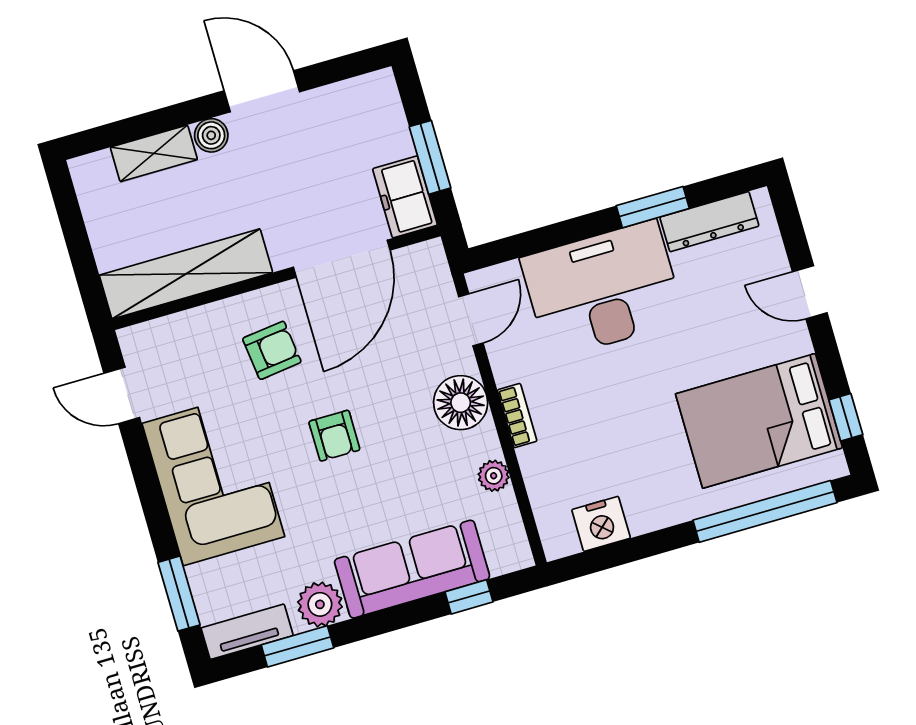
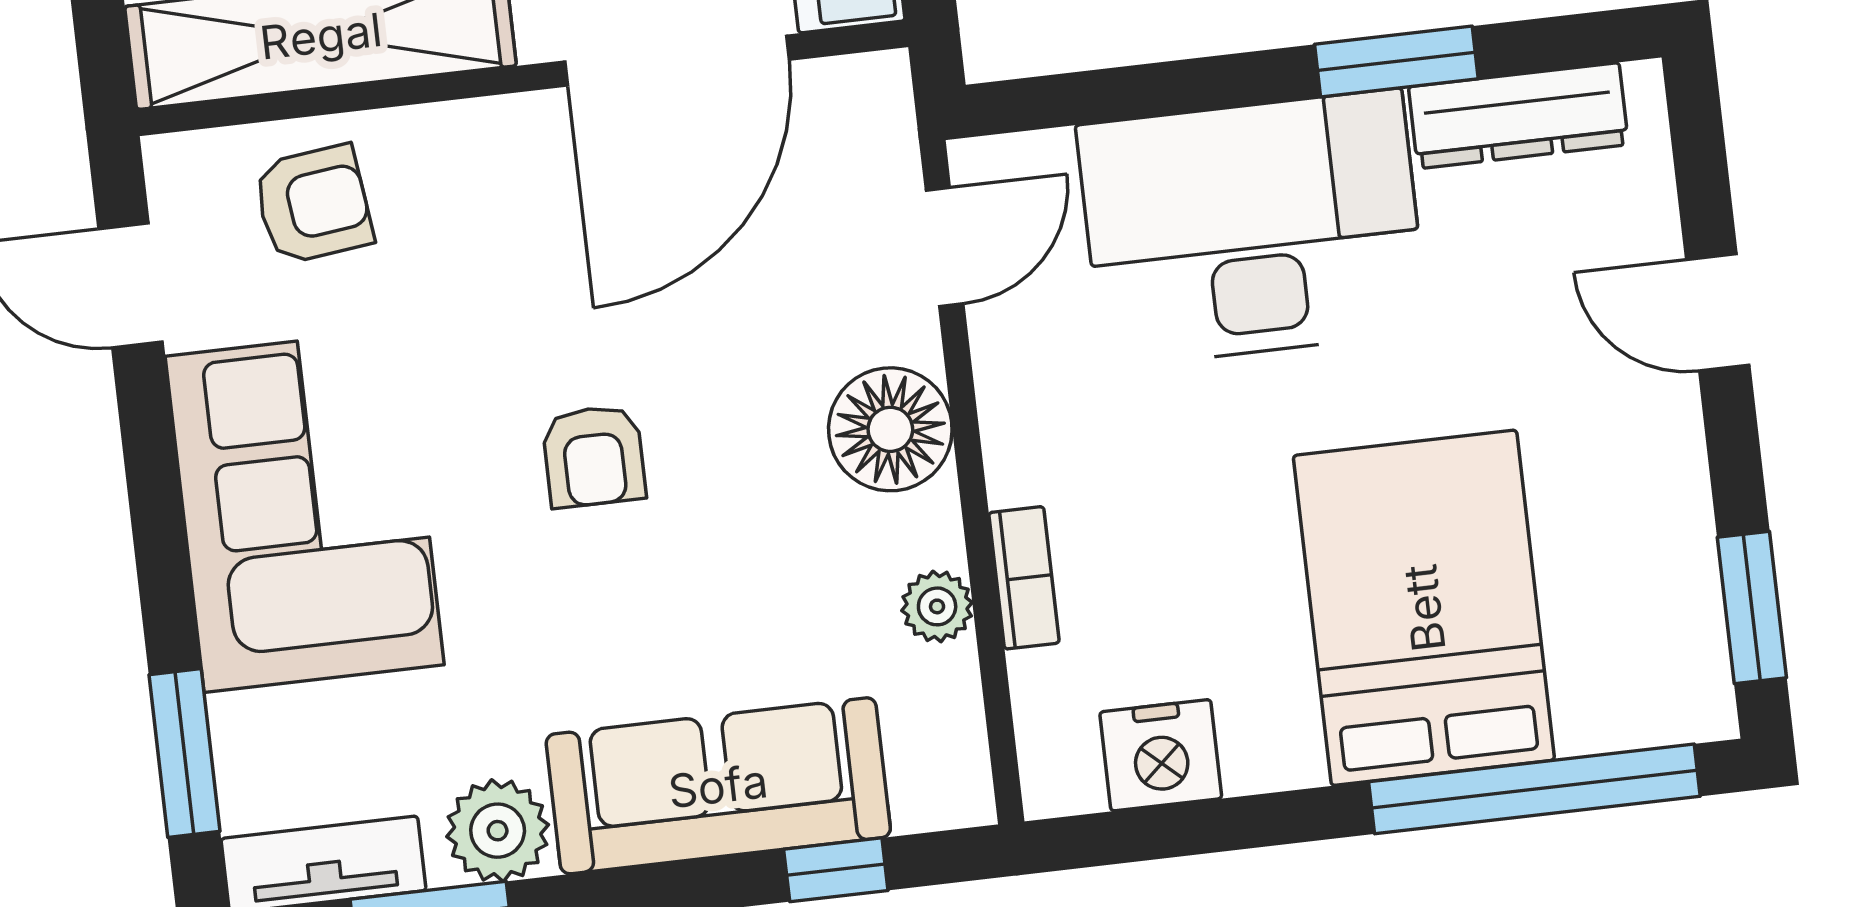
armchair: (272, 350) -> (313, 205), moved
bookcase: (517, 416) -> (1024, 578), moved
window: (846, 417) -> (1752, 607), width x1.50
bed: (759, 421) -> (1424, 608), moved, turned 90

